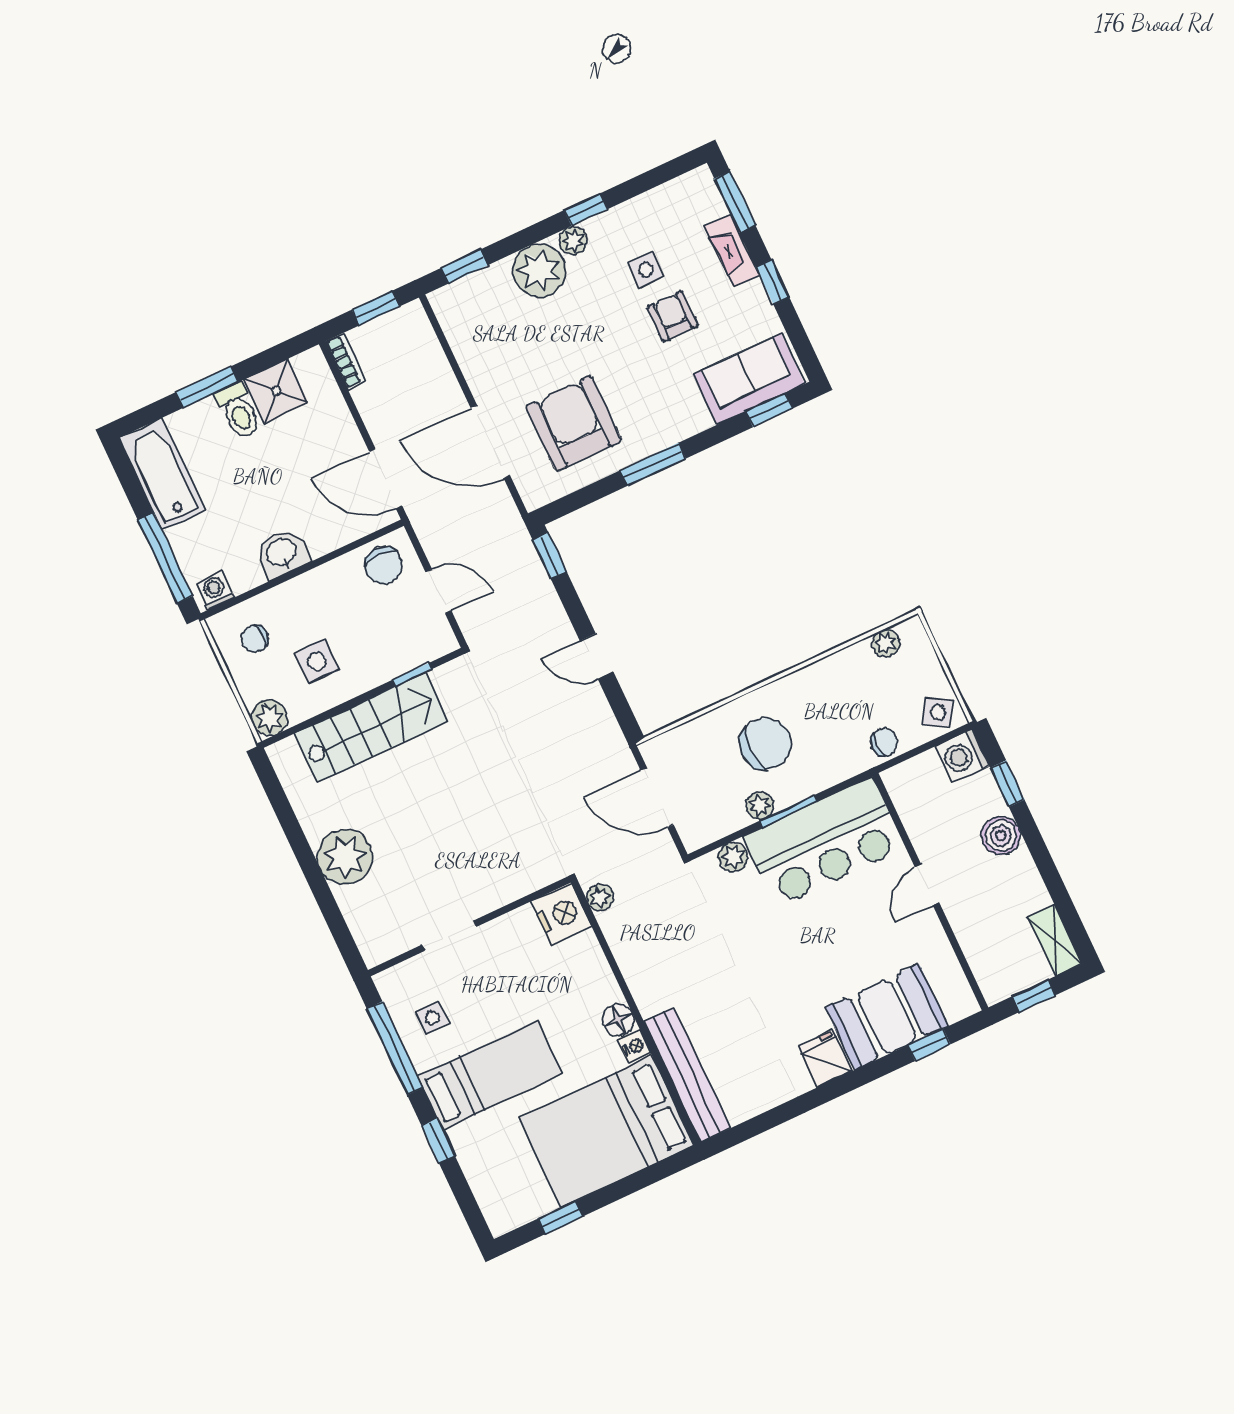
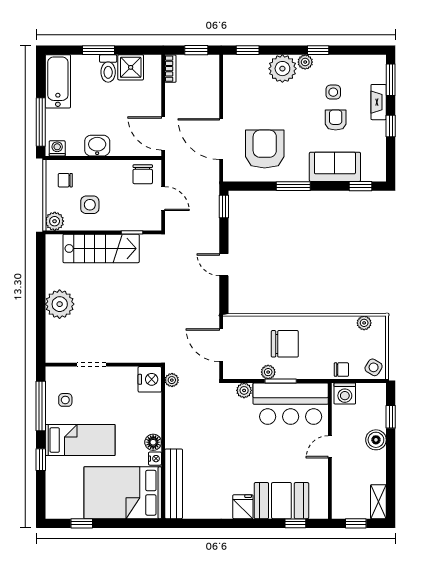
sofa: (749, 379) -> (335, 167), moved
washing machine: (962, 756) -> (345, 393), moved, turned -90

